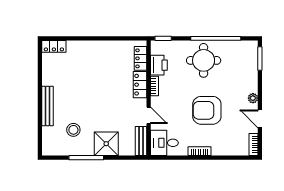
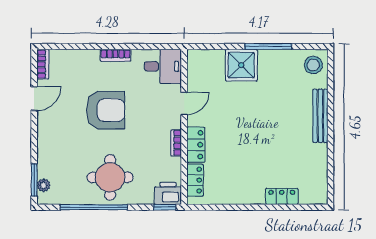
locker: (54, 46) -> (282, 196), moved
printer: (159, 65) -> (168, 193), moved, turned 90
plant: (253, 98) -> (44, 185), moved
door: (149, 115) -> (184, 103), swing flipped
door: (260, 119) -> (34, 99), hinge flipped
stool: (73, 130) -> (313, 65), moved
bench: (141, 141) -> (194, 69), removed

